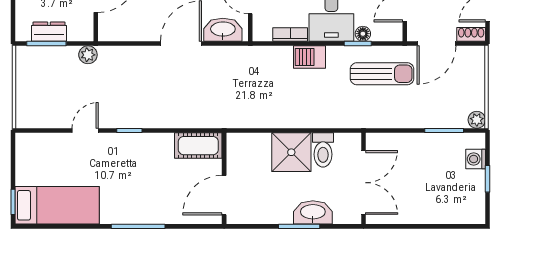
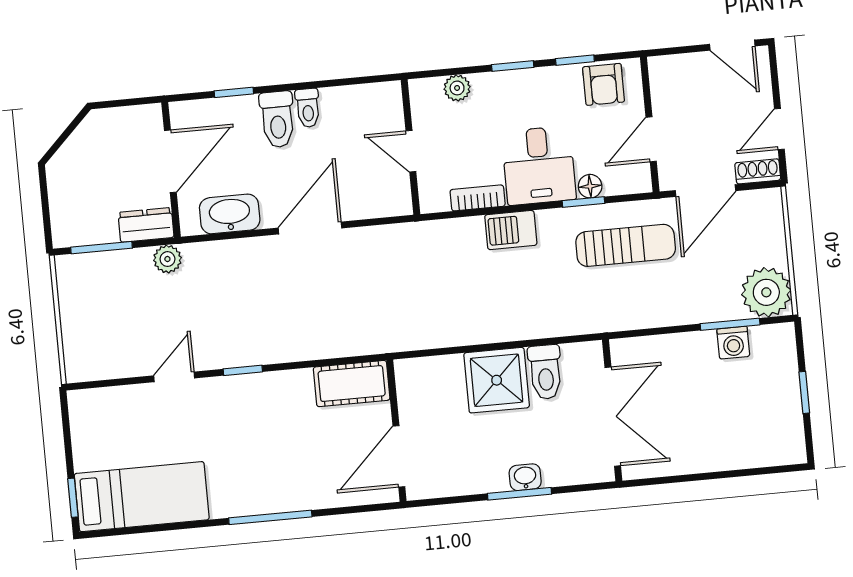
washbasin: (223, 30) -> (230, 214), moved
dresser: (49, 32) -> (146, 225), moved
plant: (477, 120) -> (766, 292), width x1.88, depth x1.88
washing machine: (476, 159) -> (733, 343), moved, turned -90
washbasin: (313, 212) -> (525, 477), width x0.52, depth x0.69

